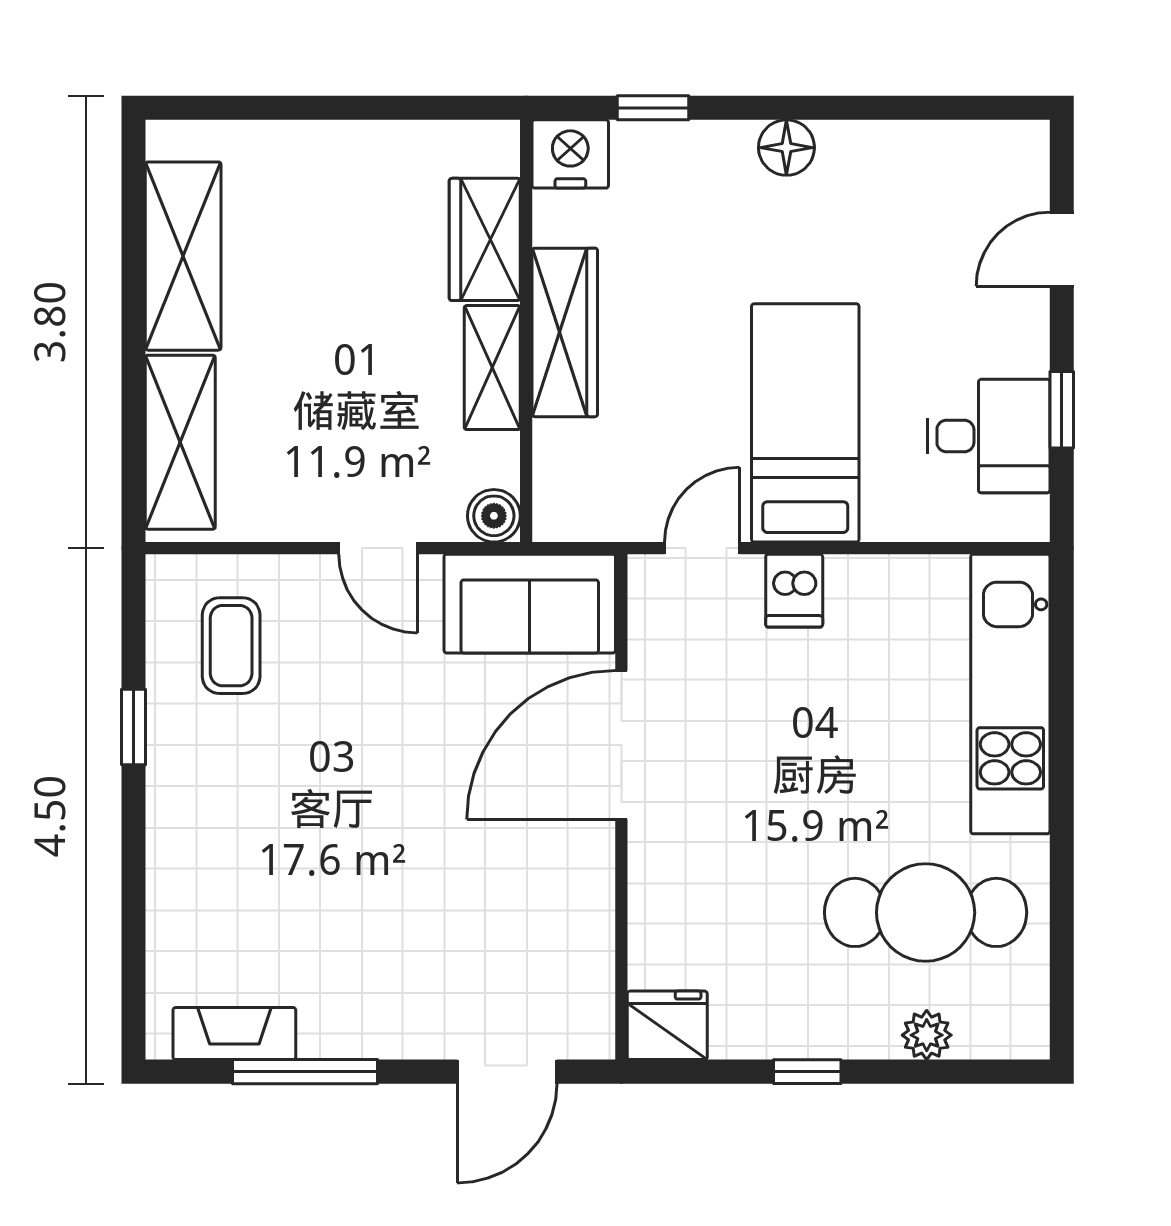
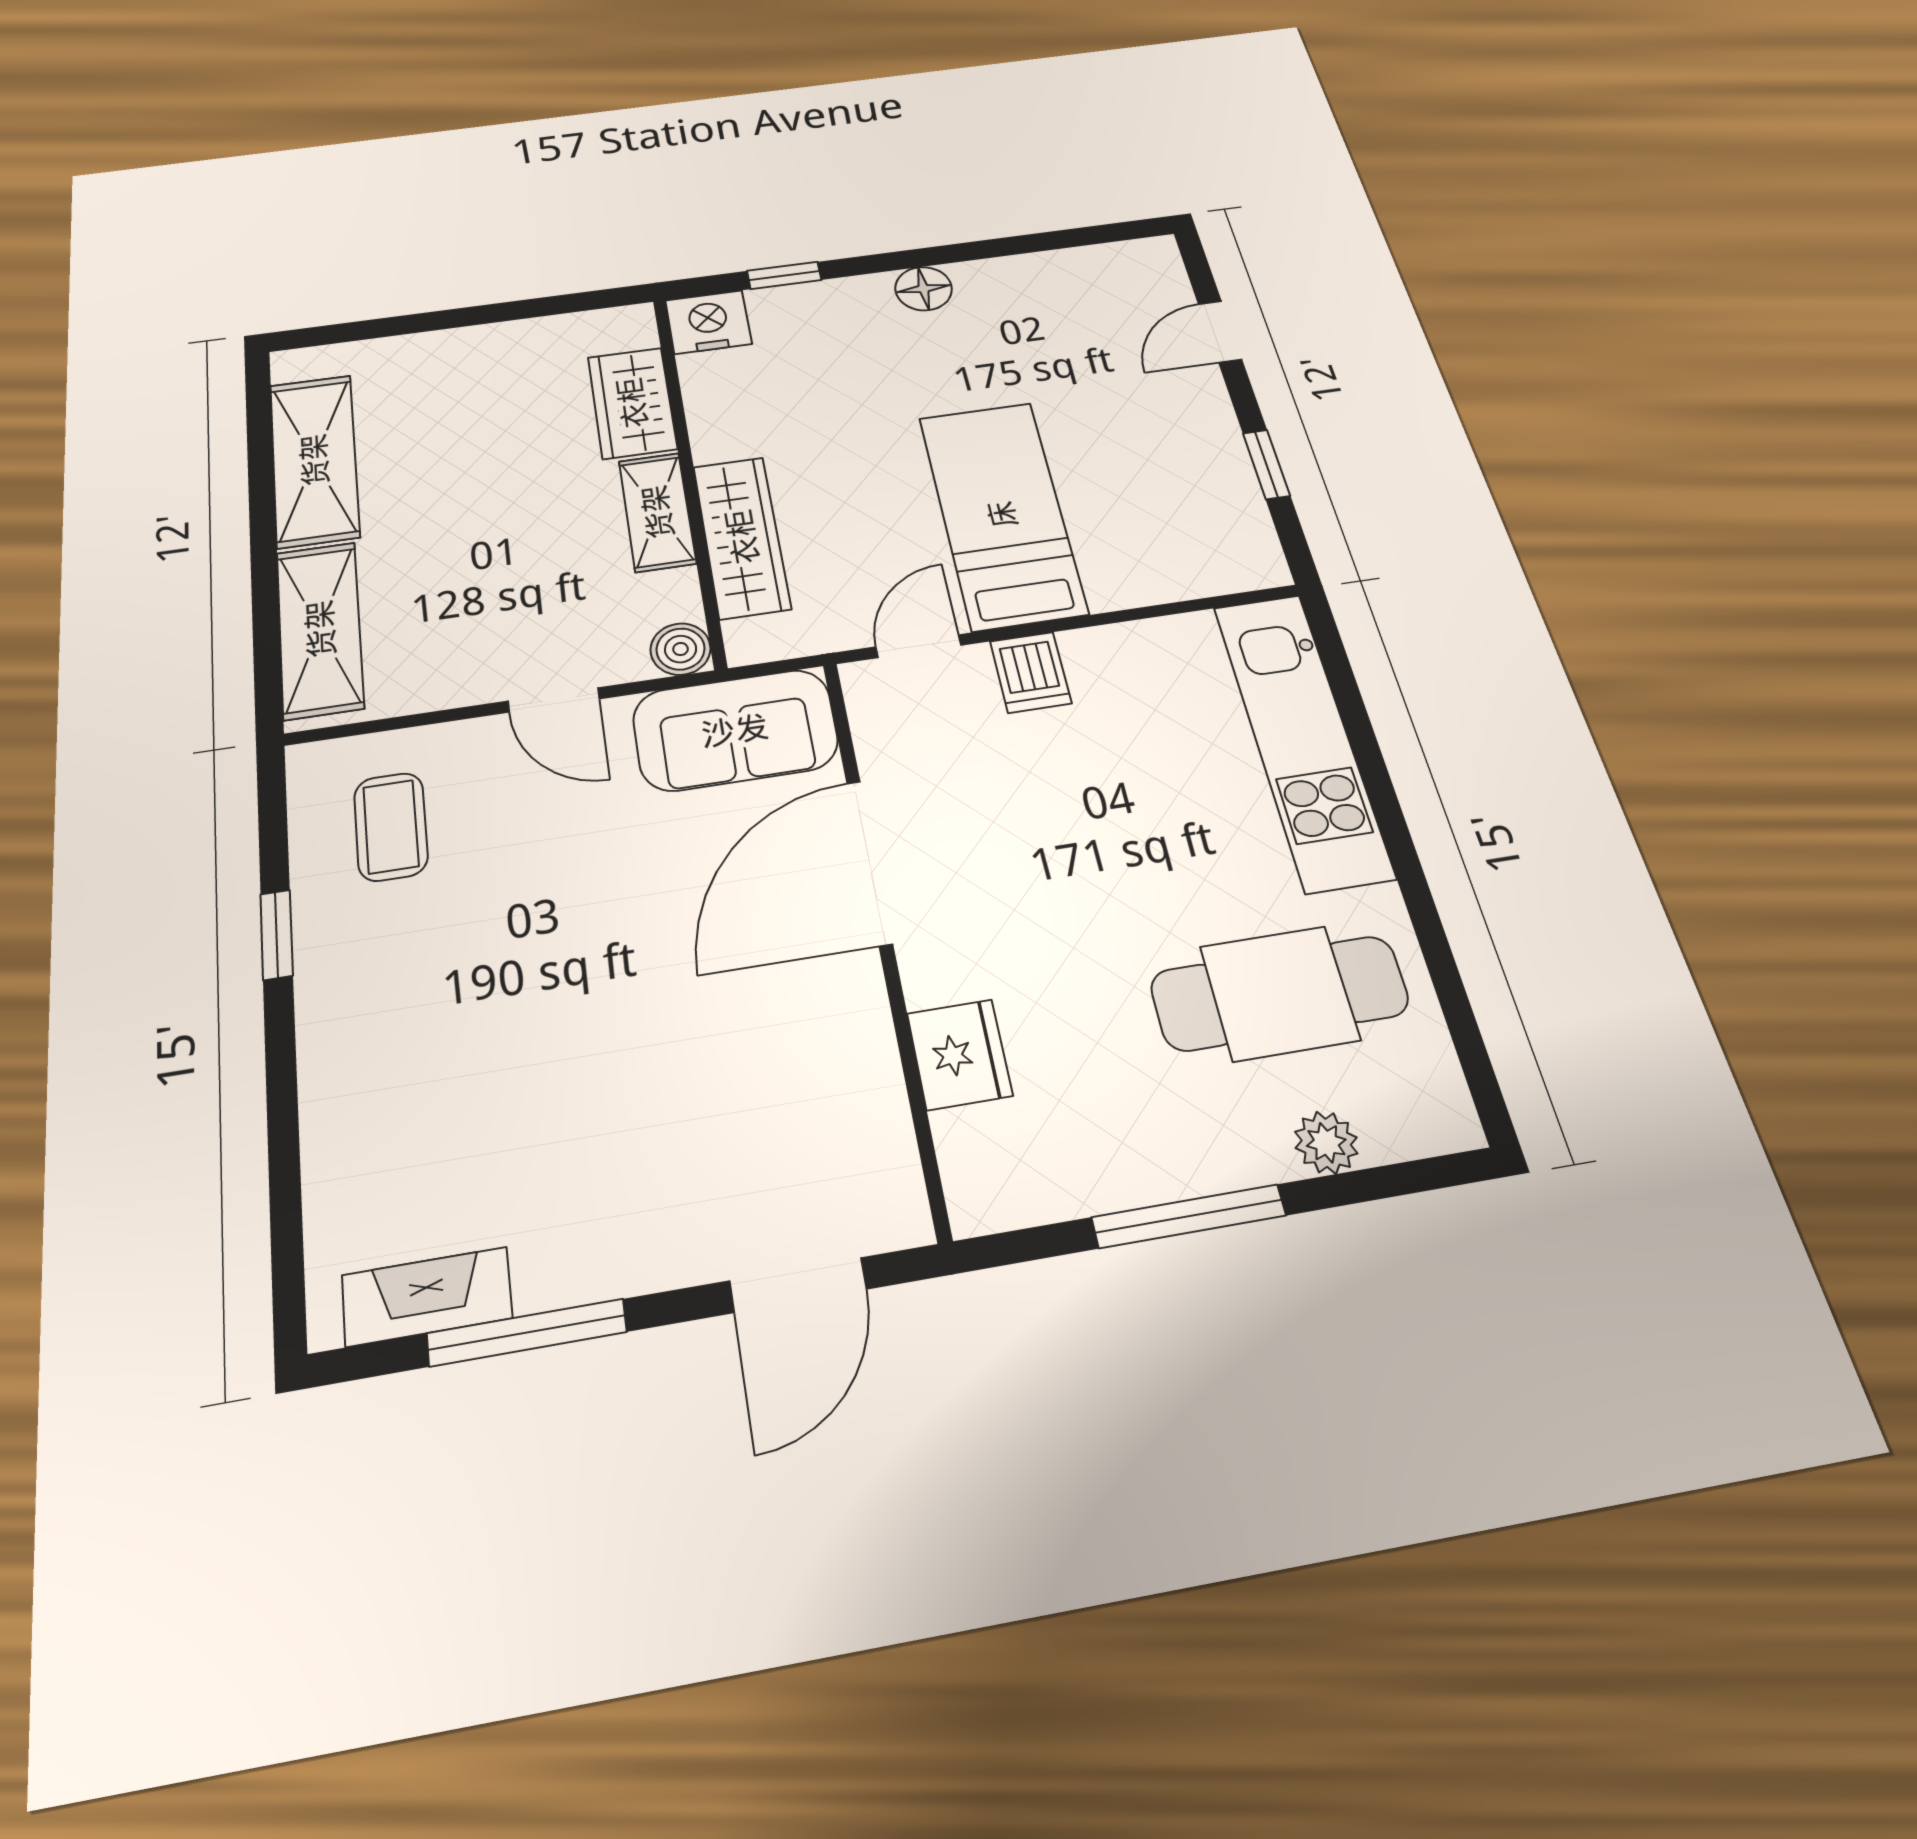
wardrobe: (565, 332) -> (742, 537), moved
desk: (988, 436) -> (1198, 498), removed
fridge: (667, 1025) -> (959, 1054), moved, turned 90
window: (807, 1072) -> (1189, 1216), width x2.17

